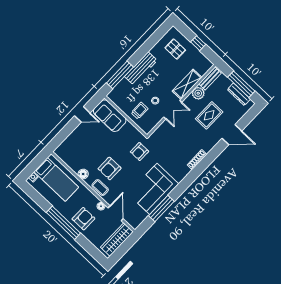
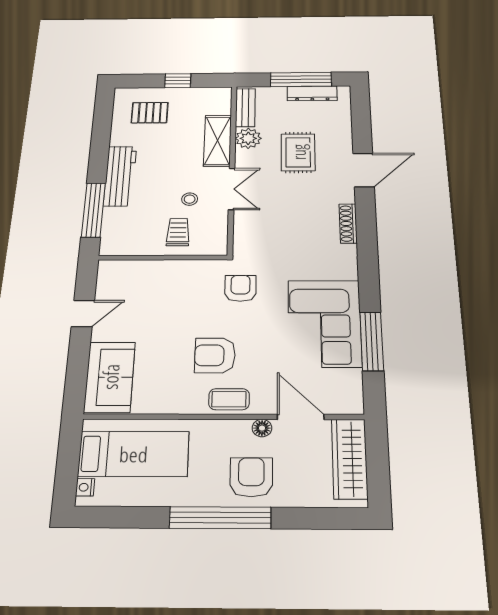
sofa: (110, 116) -> (110, 377), moved, turned -90
door: (232, 135) -> (363, 170), moved
armchair: (140, 152) -> (240, 288), turned 180
armchair: (110, 168) -> (215, 355), turned 90
floor lamp: (83, 174) -> (176, 403), removed

